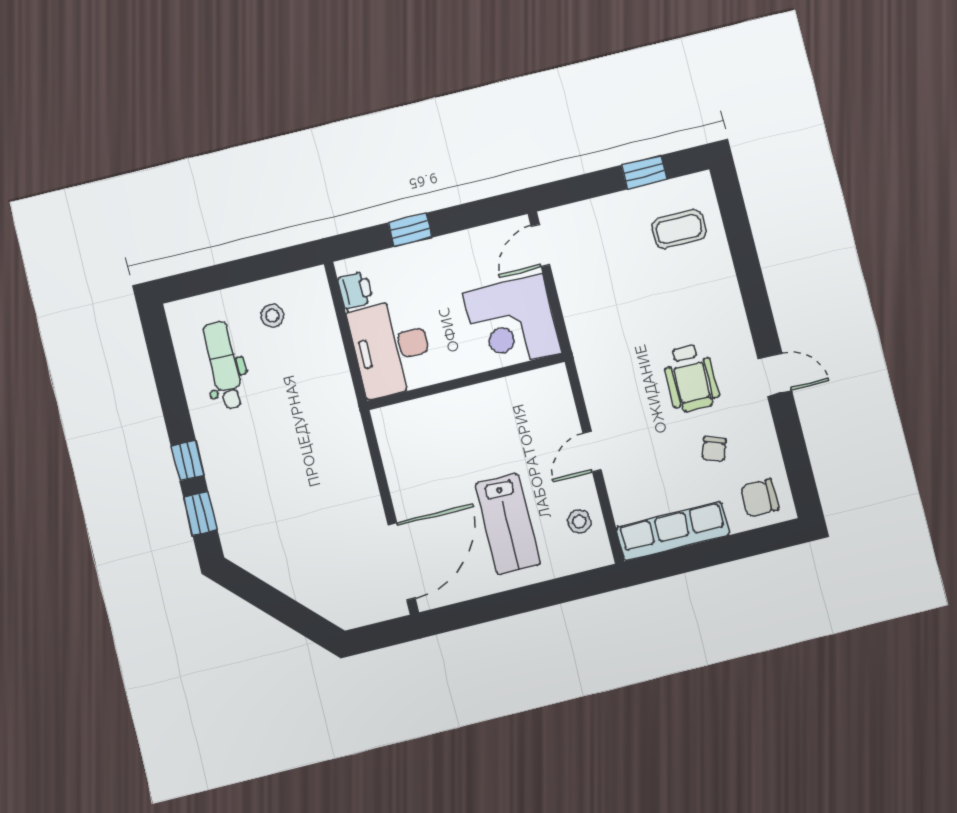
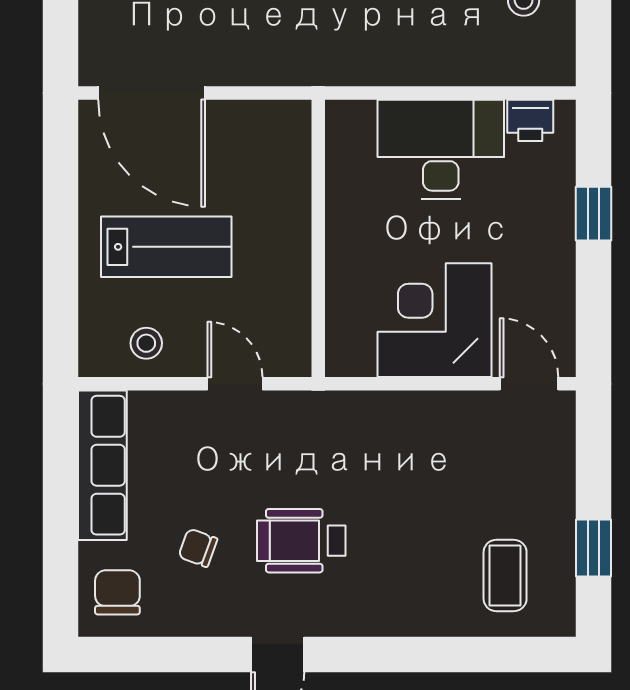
wall: (466, 381) -> (318, 238), moved
lab bench: (508, 524) -> (166, 247), turned 180

